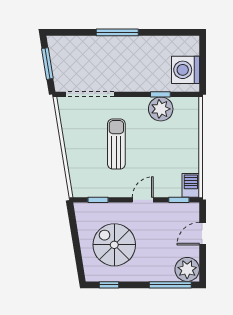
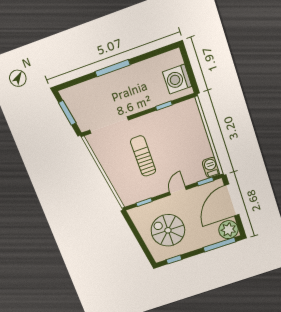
plant: (161, 109) -> (168, 117), removed
door: (203, 234) -> (232, 200), width x1.88

